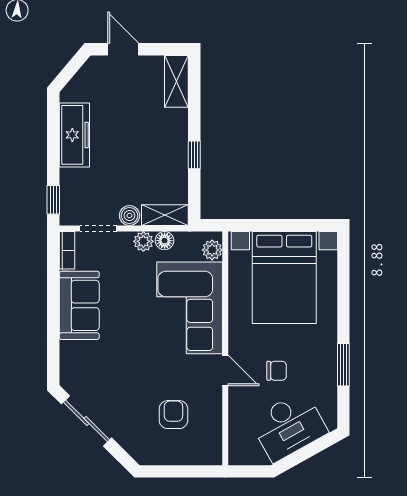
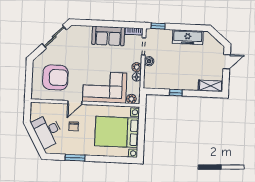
shelving: (165, 215) -> (148, 78), removed
armchair: (173, 415) -> (55, 77), width x1.88, depth x1.88

